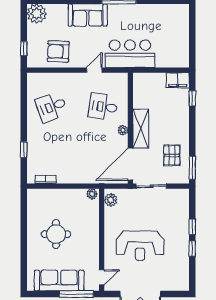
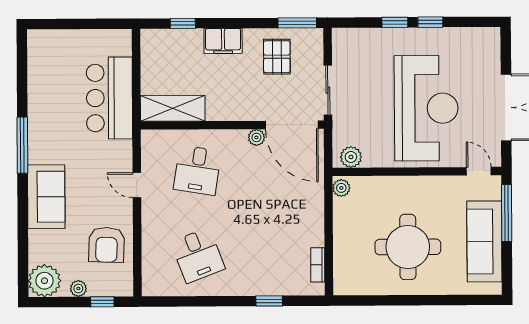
plant: (32, 34) -> (78, 289), added
bar counter: (130, 54) -> (109, 98), moved
filing cabinet: (178, 80) -> (223, 41), moved, turned 90
shelving: (141, 129) -> (173, 108), moved
plant: (123, 130) -> (256, 137), moved
pallet: (172, 155) -> (277, 57), turned 90
round table: (56, 234) -> (408, 247), width x1.36, depth x1.36
reception desk: (140, 246) -> (426, 108), width x1.36, depth x1.30

